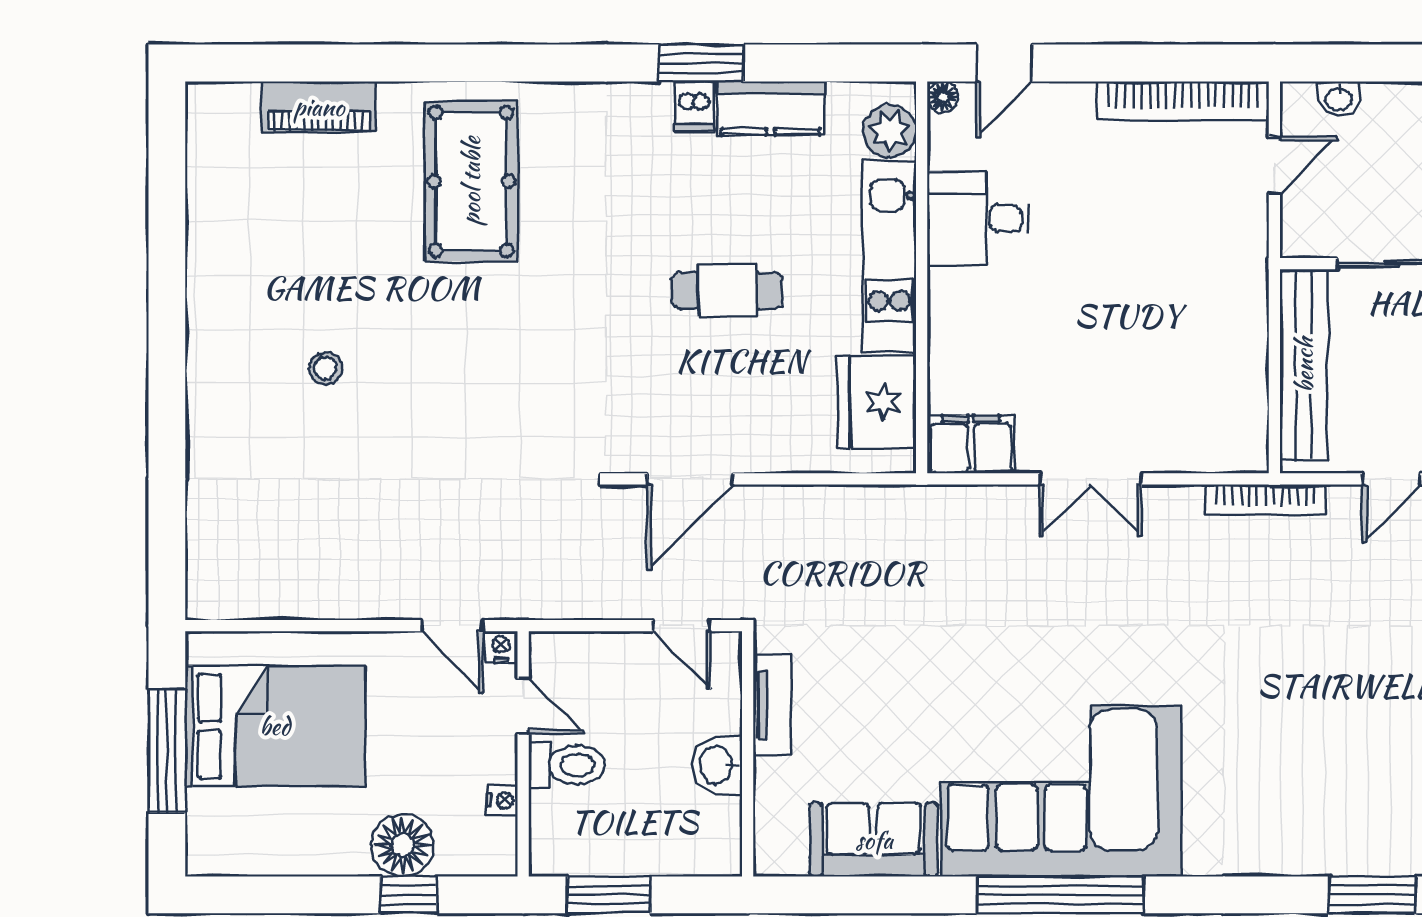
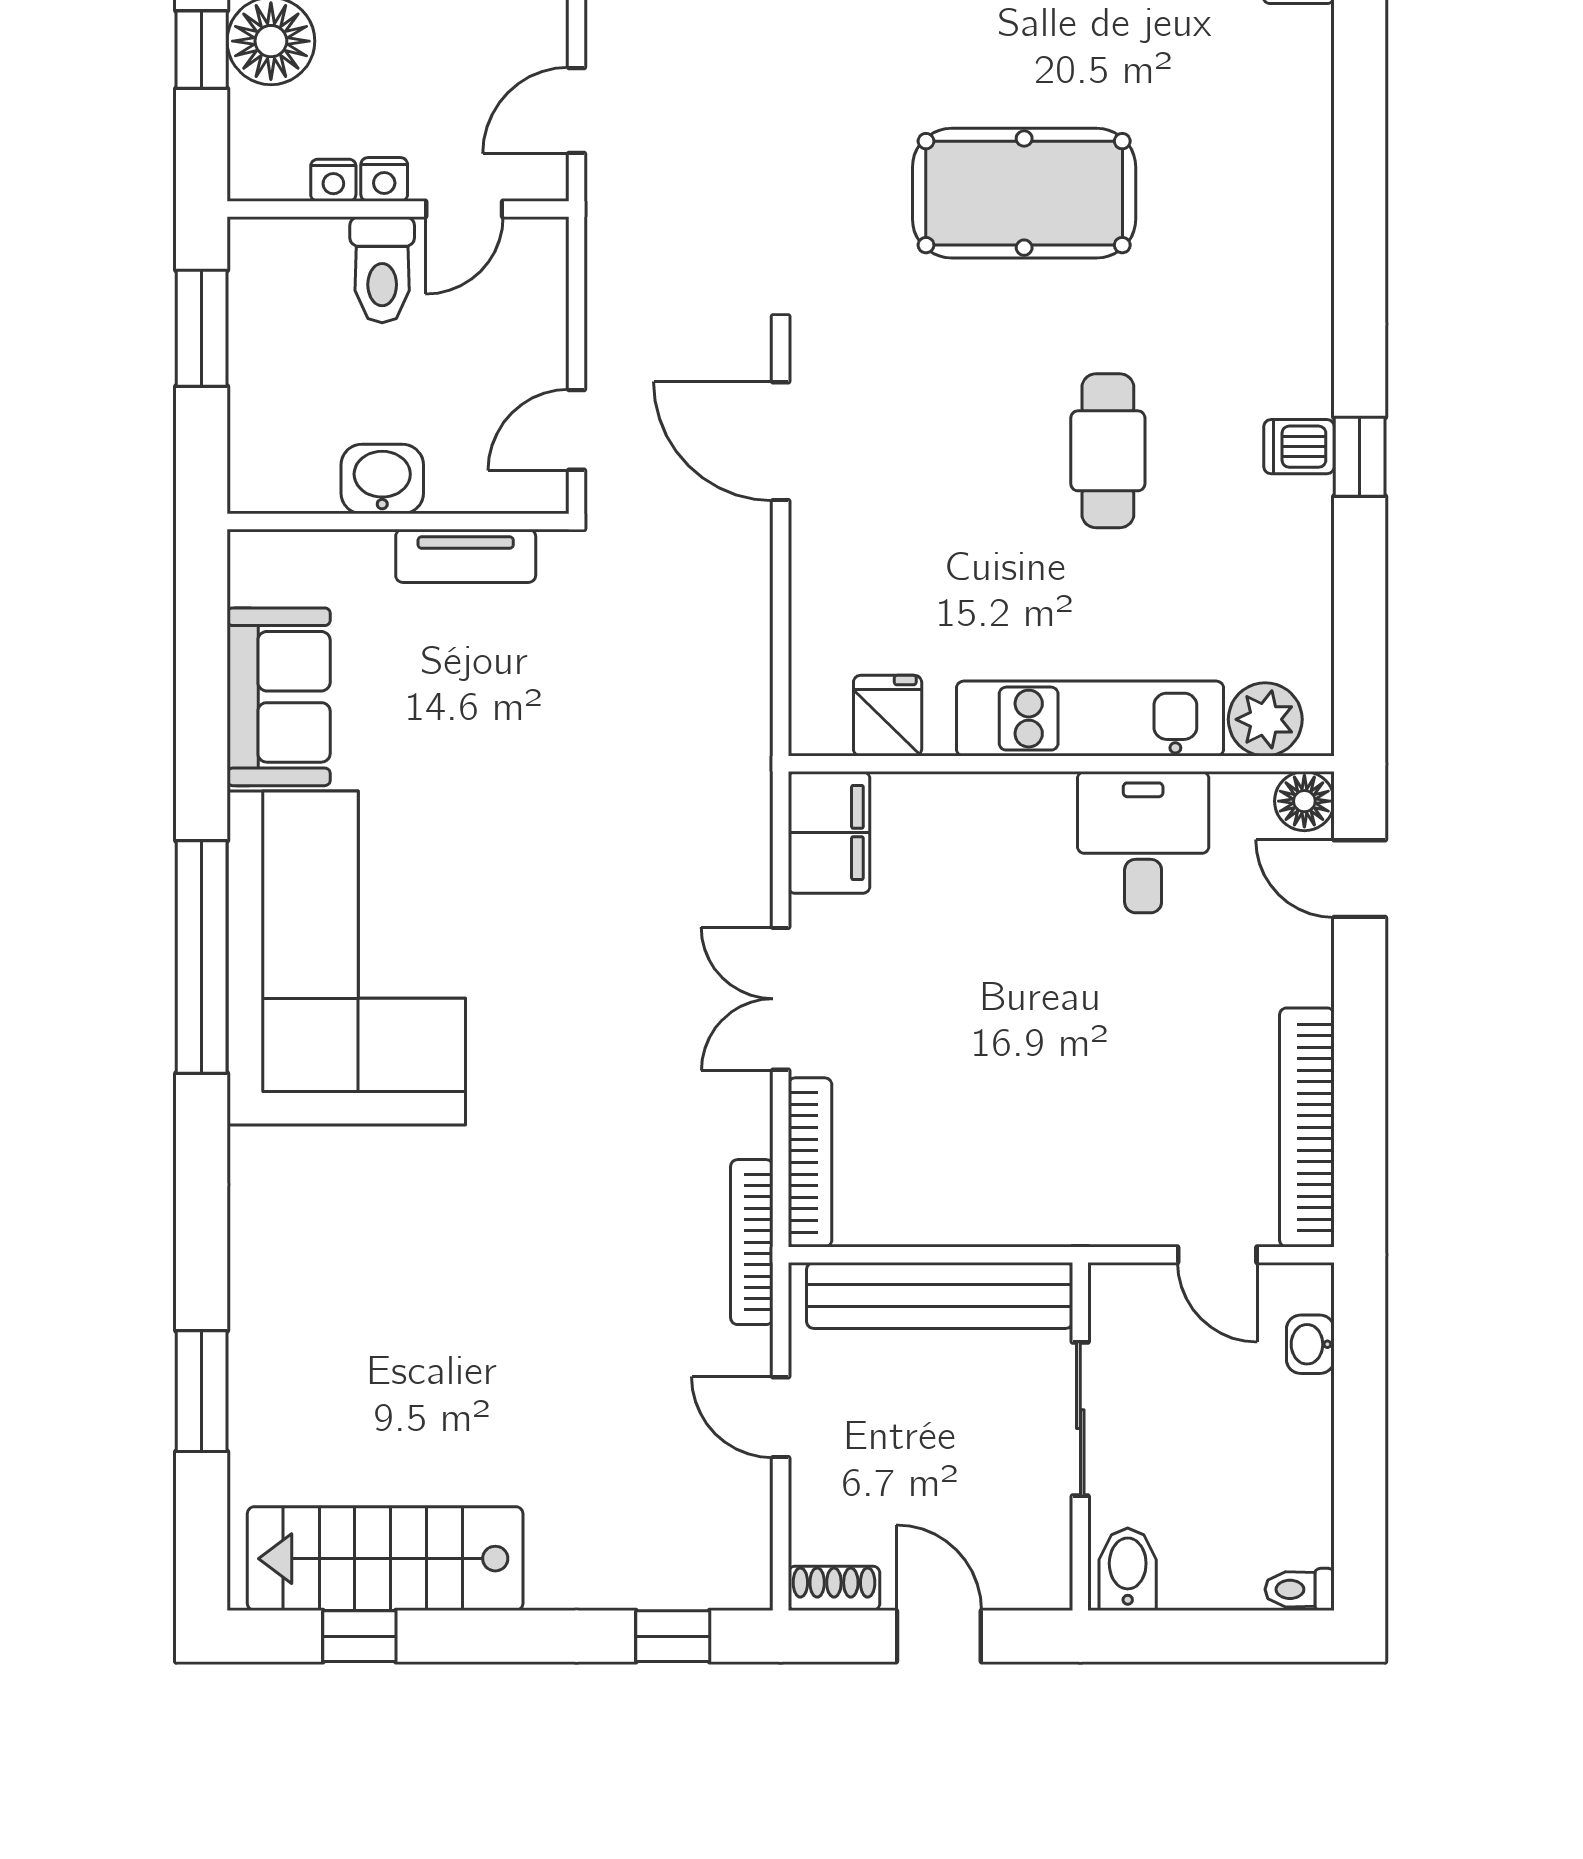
window: (701, 63) -> (1360, 457), width x0.67
floor lamp: (943, 97) -> (1304, 801), width x1.37, depth x1.37
kitchen counter: (771, 108) -> (1297, 553), removed
pool table: (471, 181) -> (1024, 193), moved
cafe table: (727, 290) -> (1108, 451), moved
fridge: (877, 402) -> (888, 716), width x0.53, depth x0.75
bookcase: (1208, 458) -> (810, 1162), added
nightstand: (501, 647) -> (384, 179), moved, turned 90

